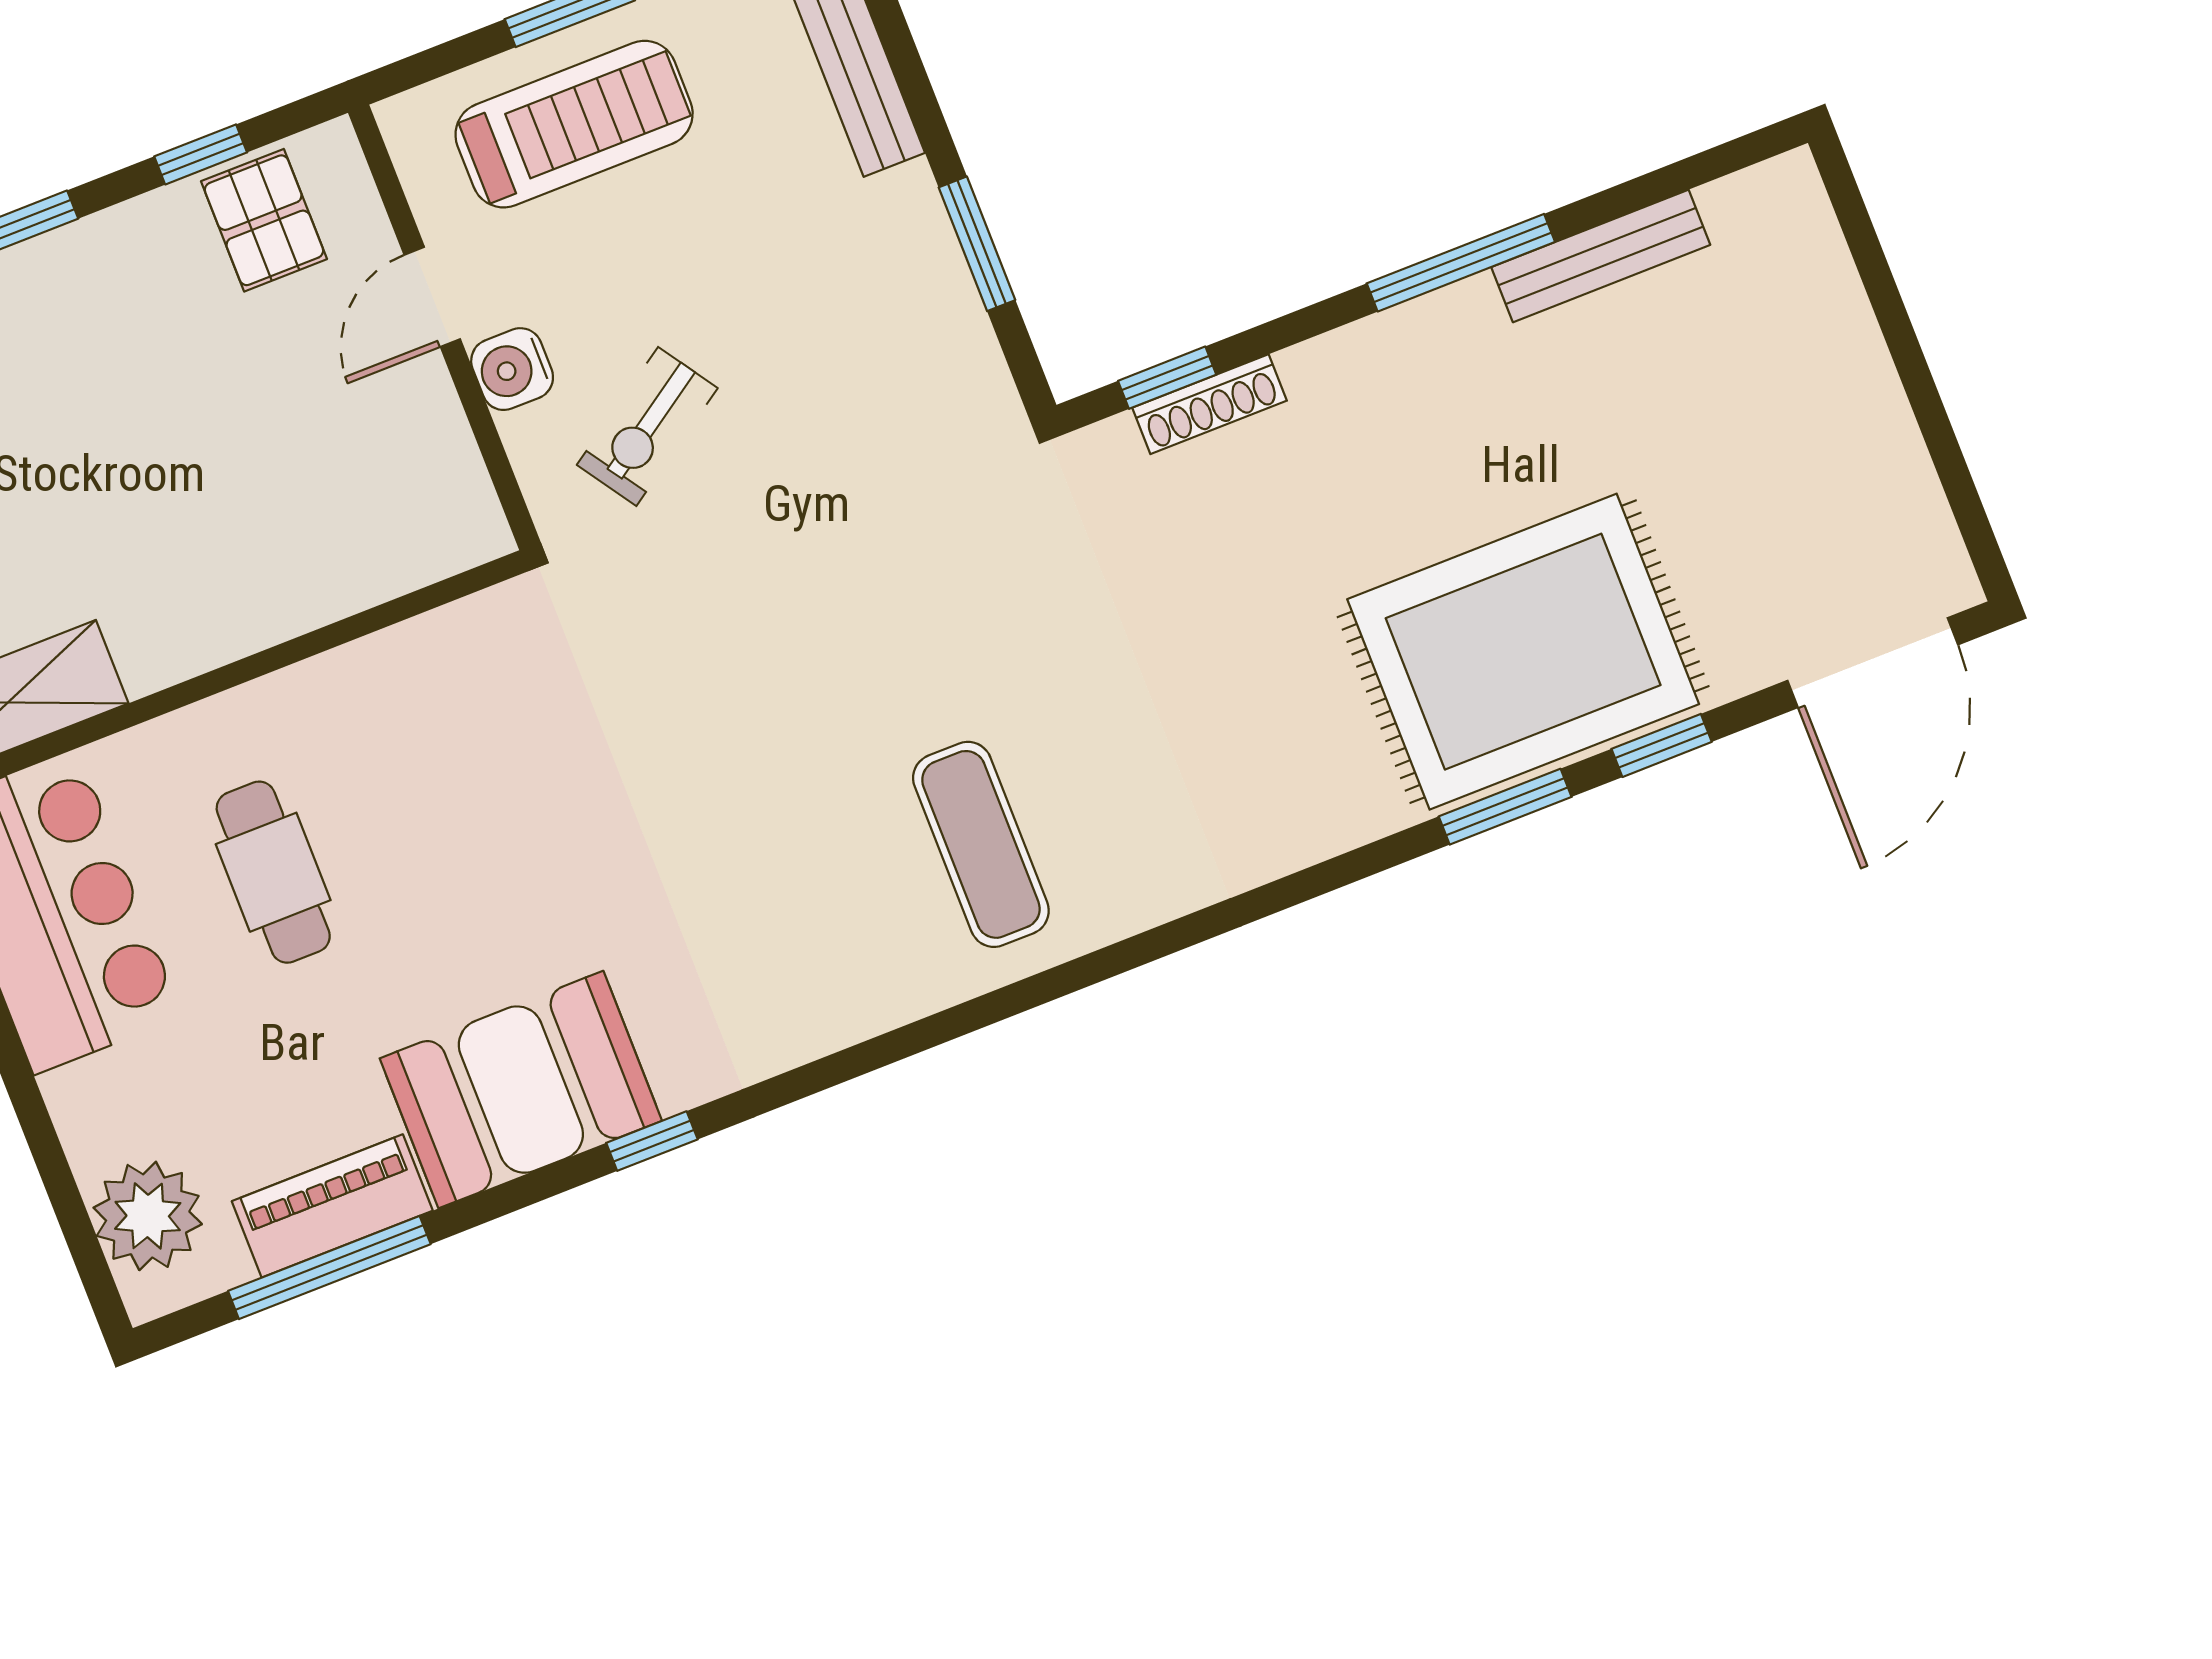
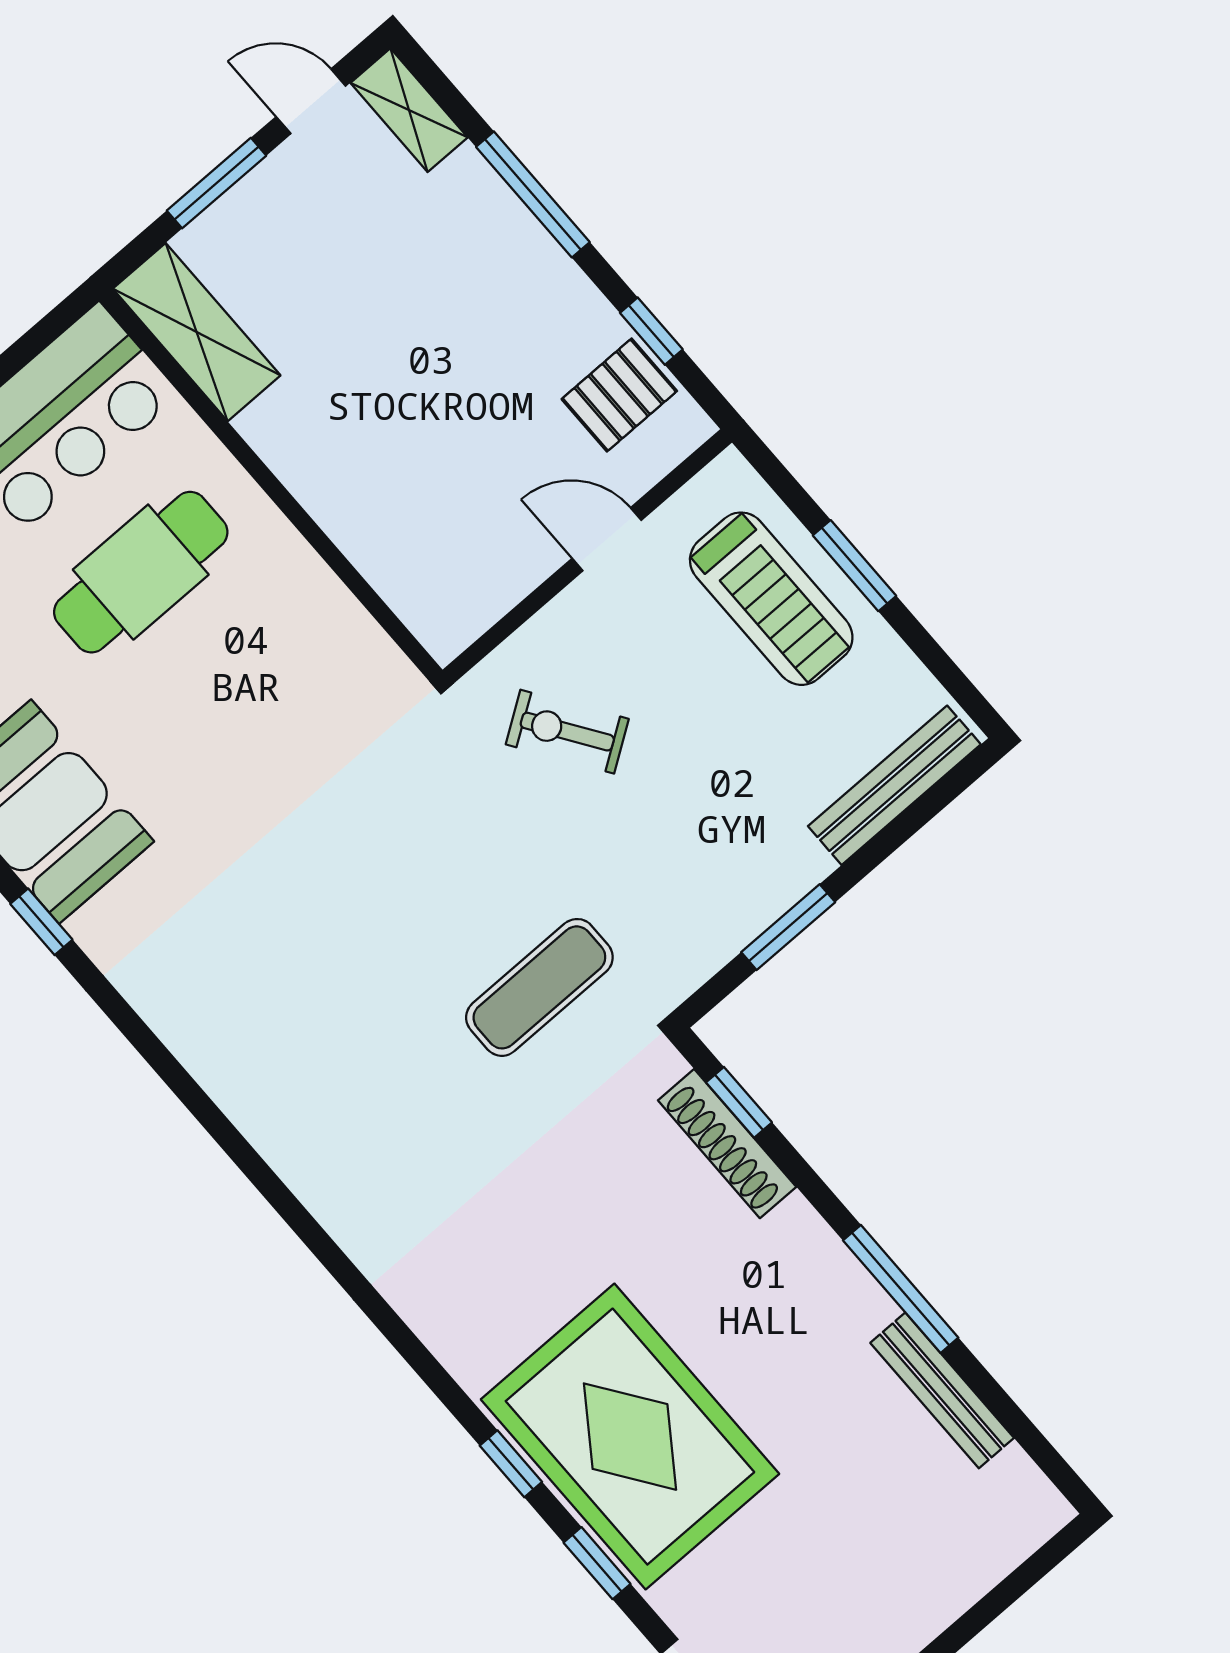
water cooler: (512, 369) -> (574, 617), removed
shoe rack: (1210, 404) -> (727, 1144), width x1.36, depth x1.24
window: (1505, 807) -> (511, 1464), width x0.67
exercise mat: (981, 844) -> (539, 987), moved
cafe table: (273, 872) -> (141, 572), width x1.37, depth x1.35

